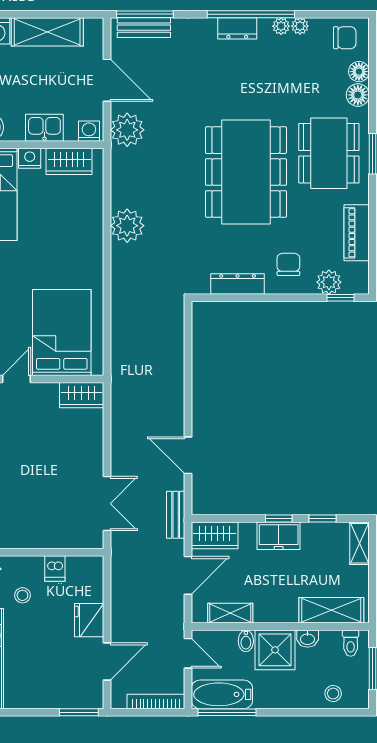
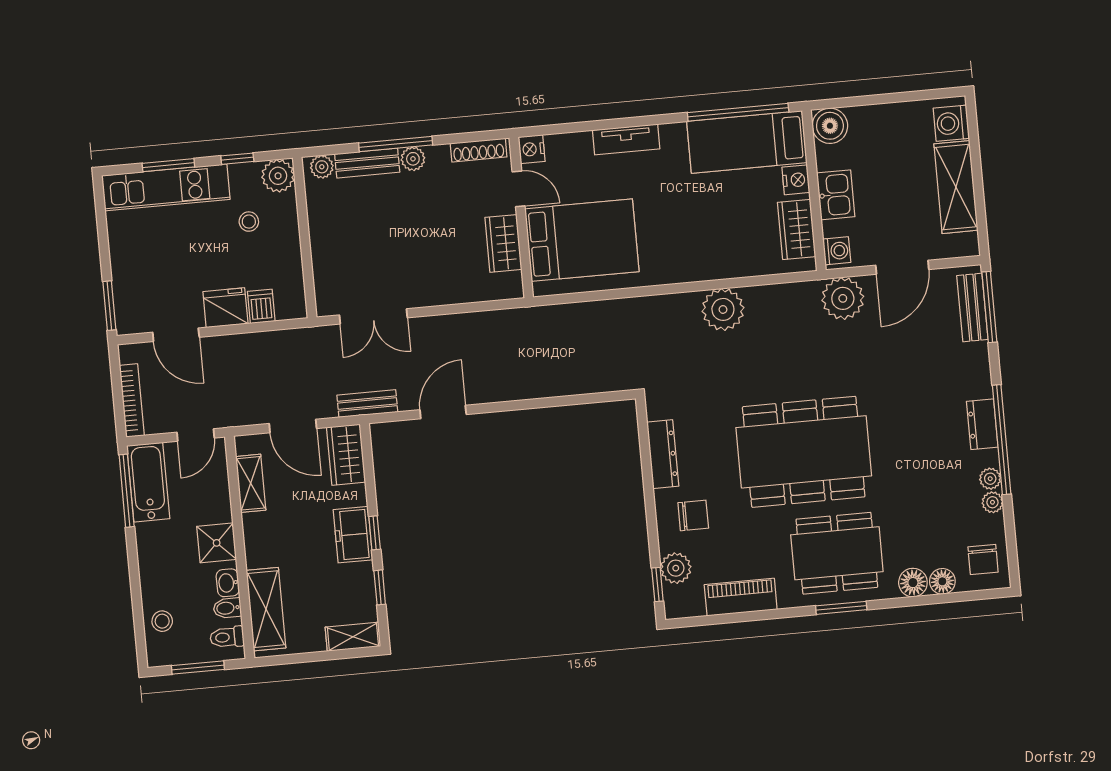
wardrobe: (82, 395) -> (503, 243), moved
dishwasher: (55, 568) -> (261, 306), moved, turned 90
bidet: (246, 641) -> (227, 608), moved
shower: (275, 650) -> (217, 543), width x0.73, depth x0.73

